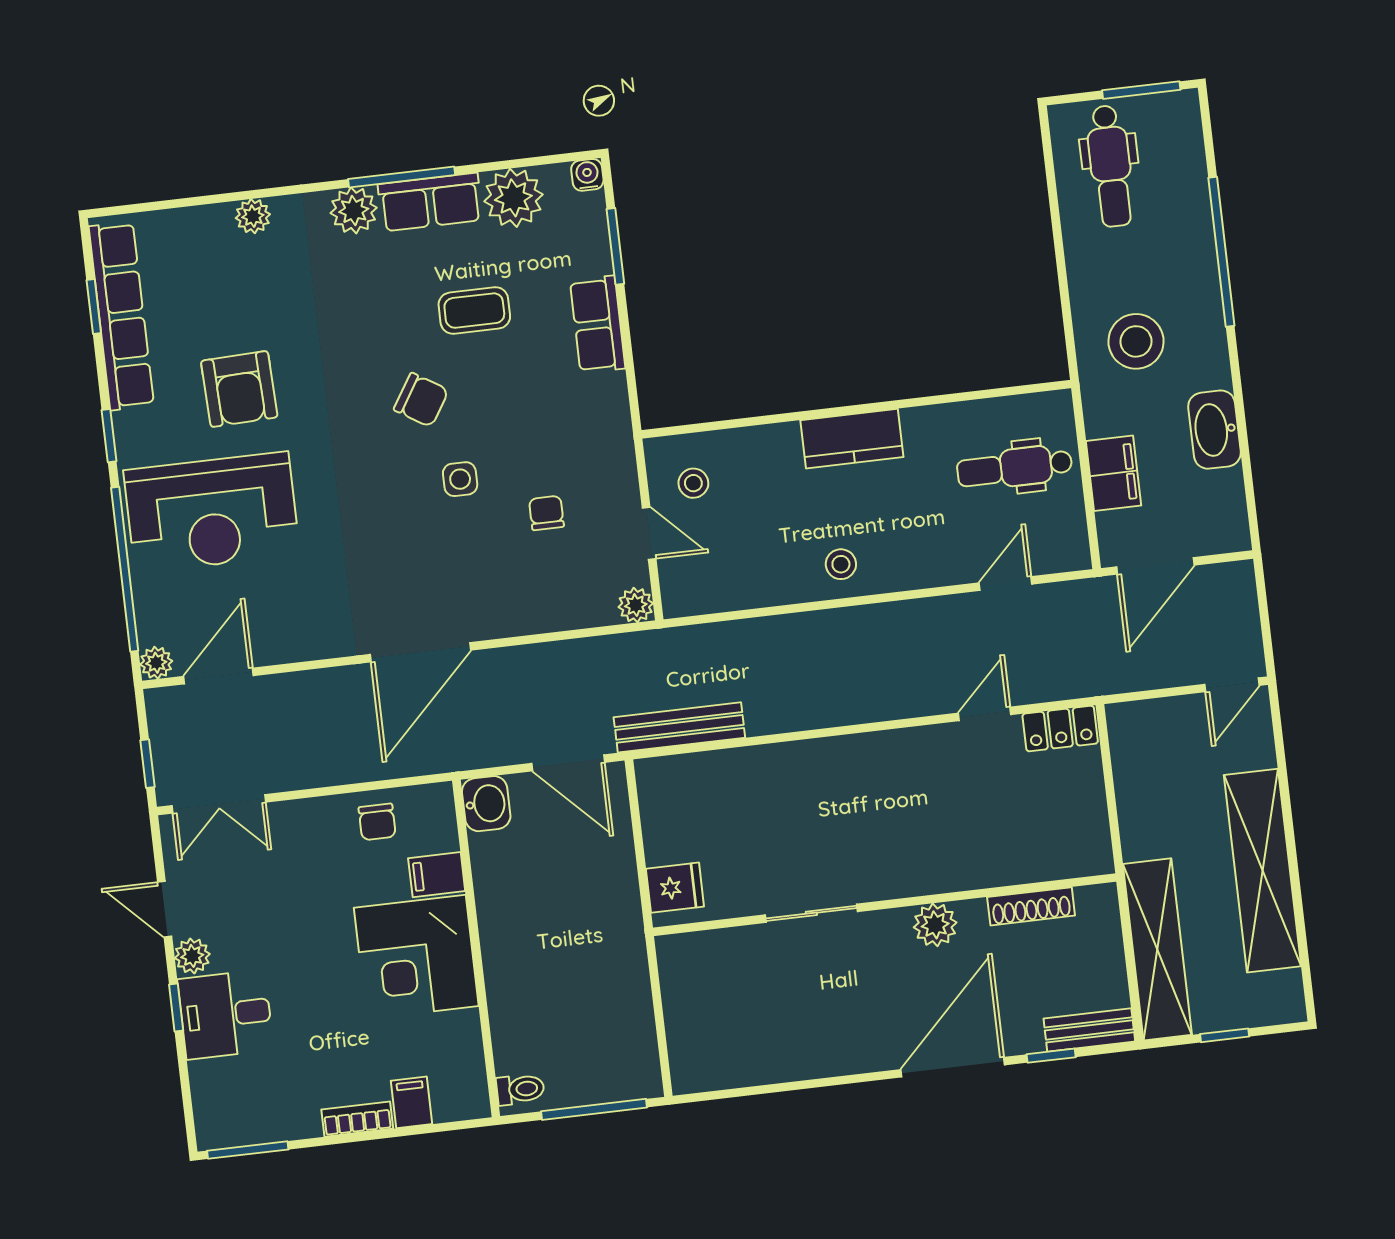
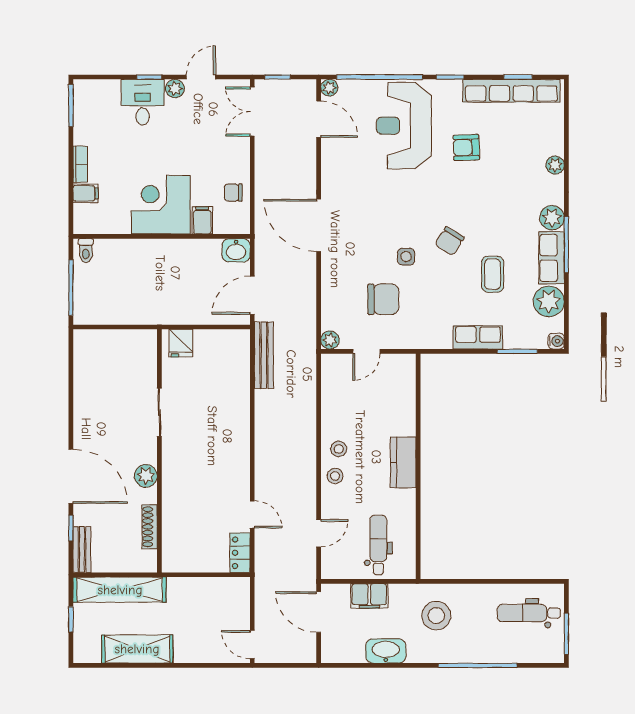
armchair: (239, 389) -> (466, 147), width x0.72, depth x0.72
stool: (693, 483) -> (335, 476), moved
chair: (546, 513) -> (383, 299), width x1.87, depth x1.87
door: (1006, 584) -> (319, 533), hinge flipped
shelving: (1263, 871) -> (137, 649), width x0.68

